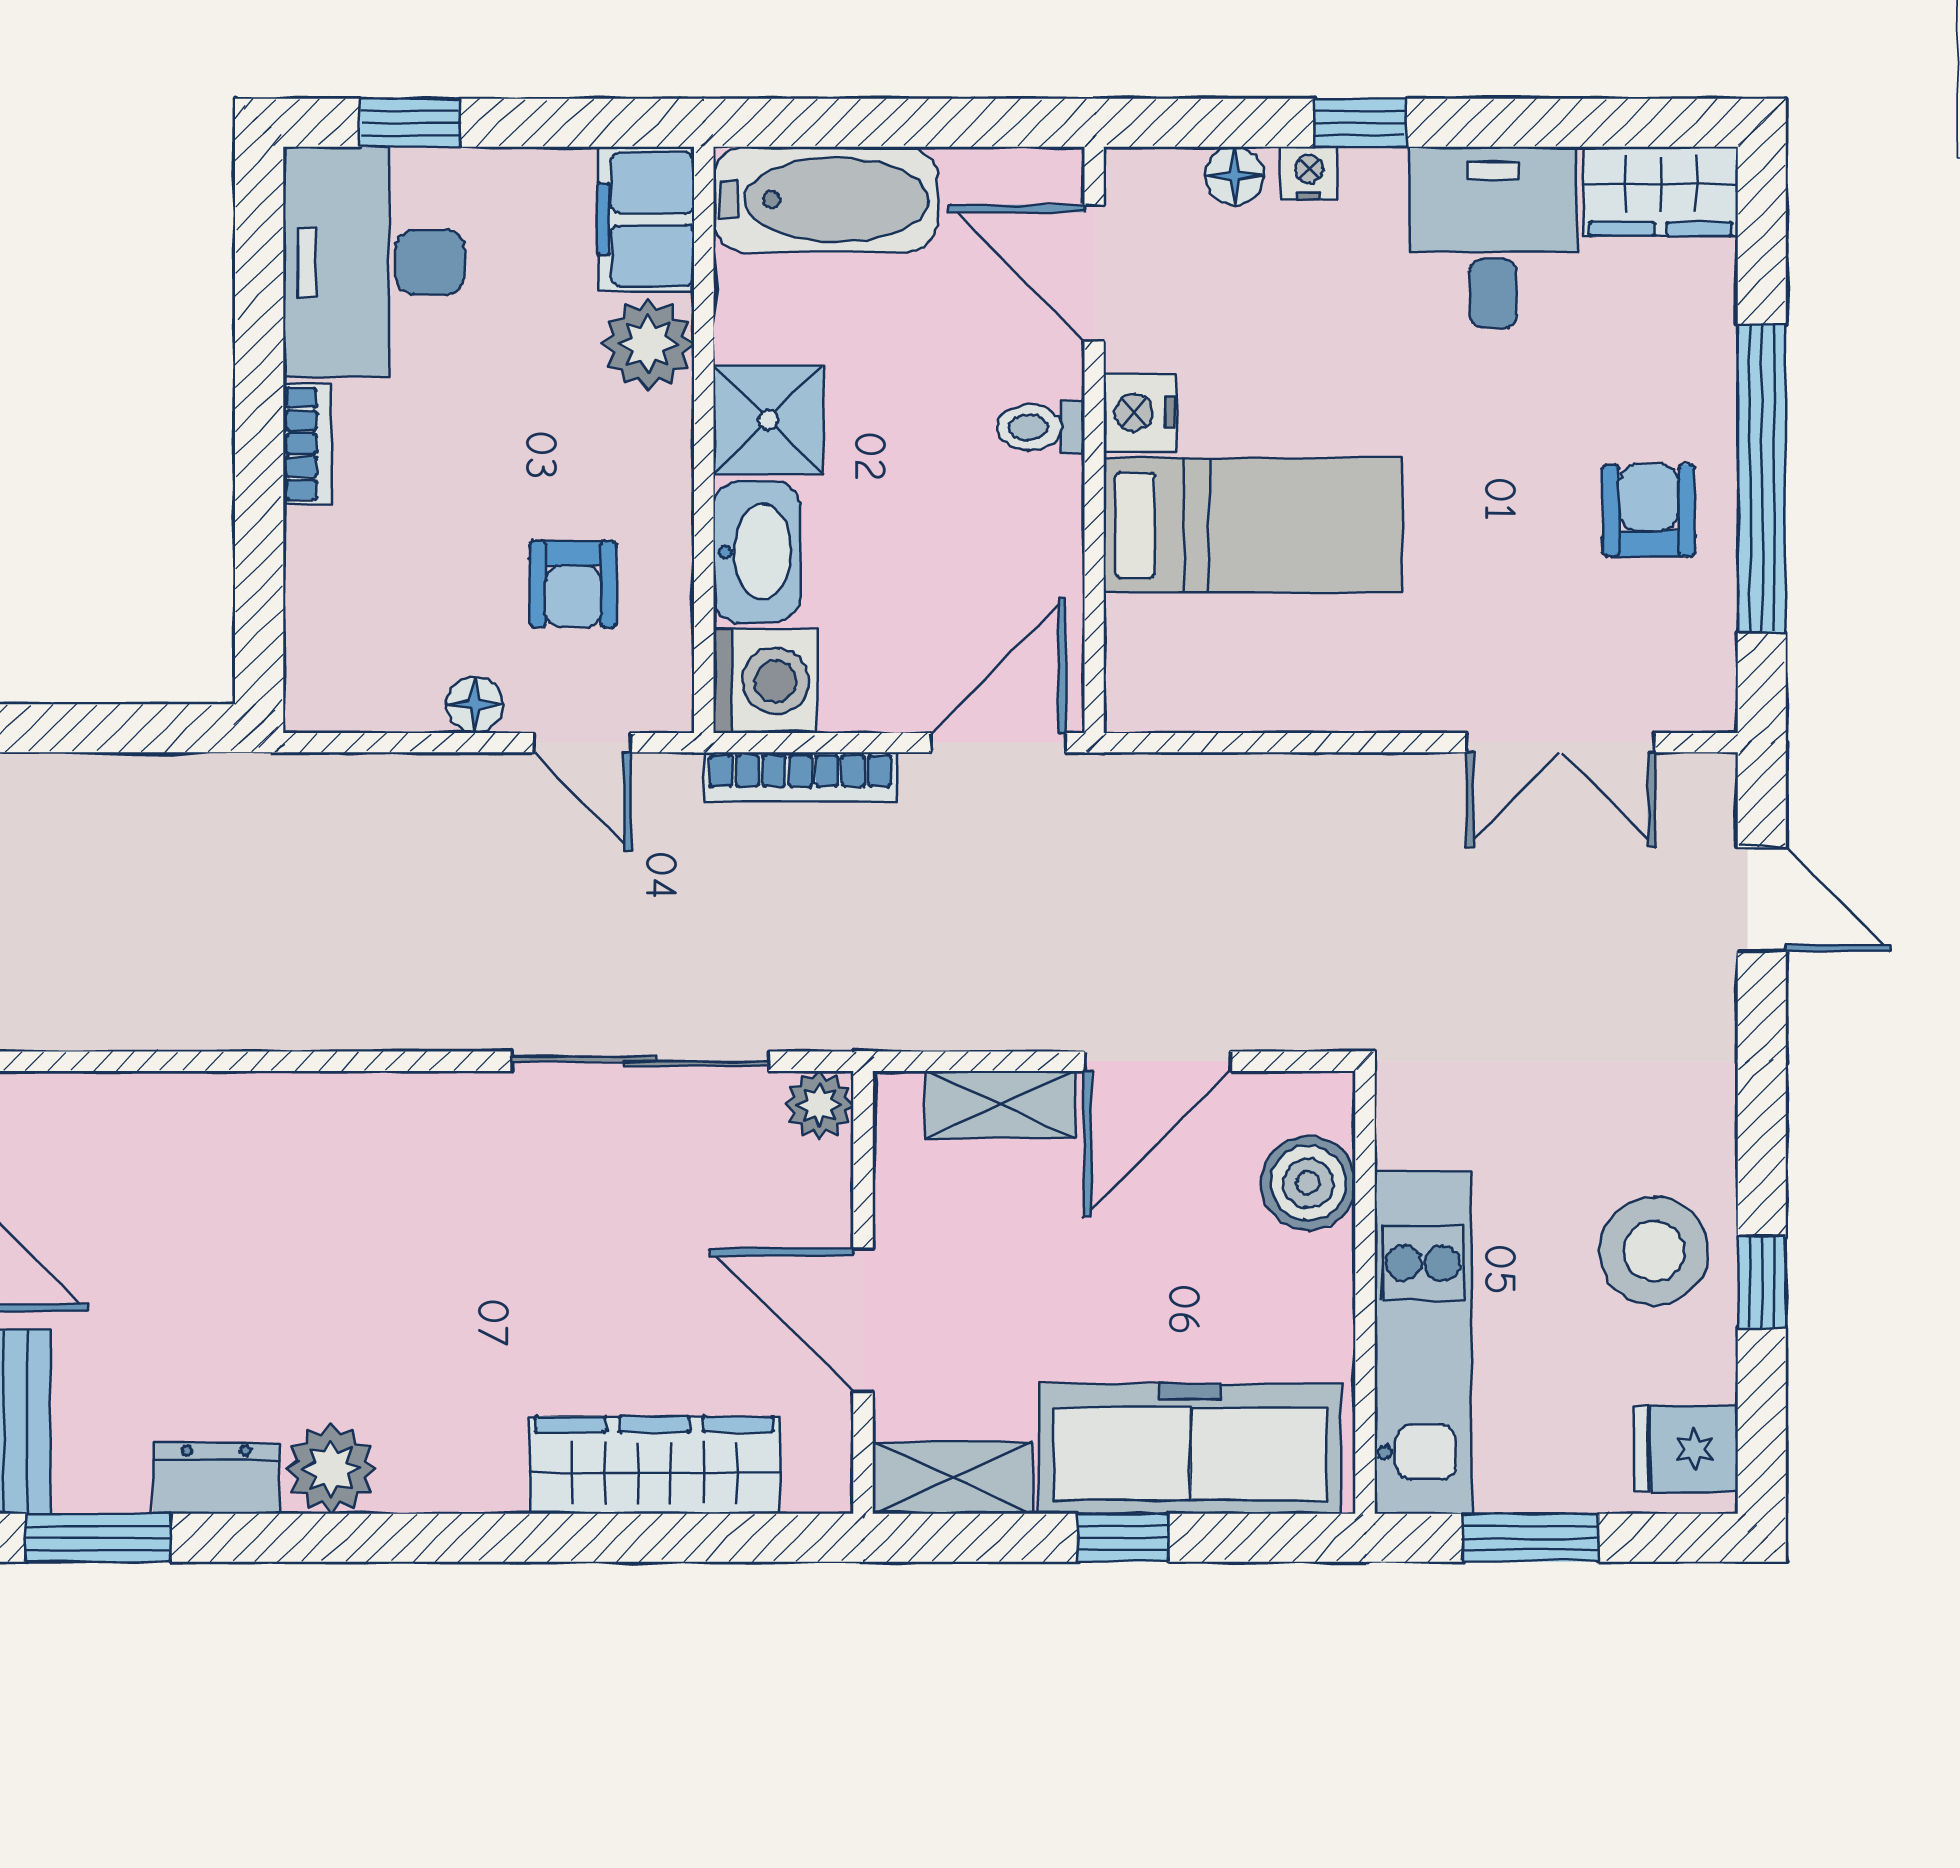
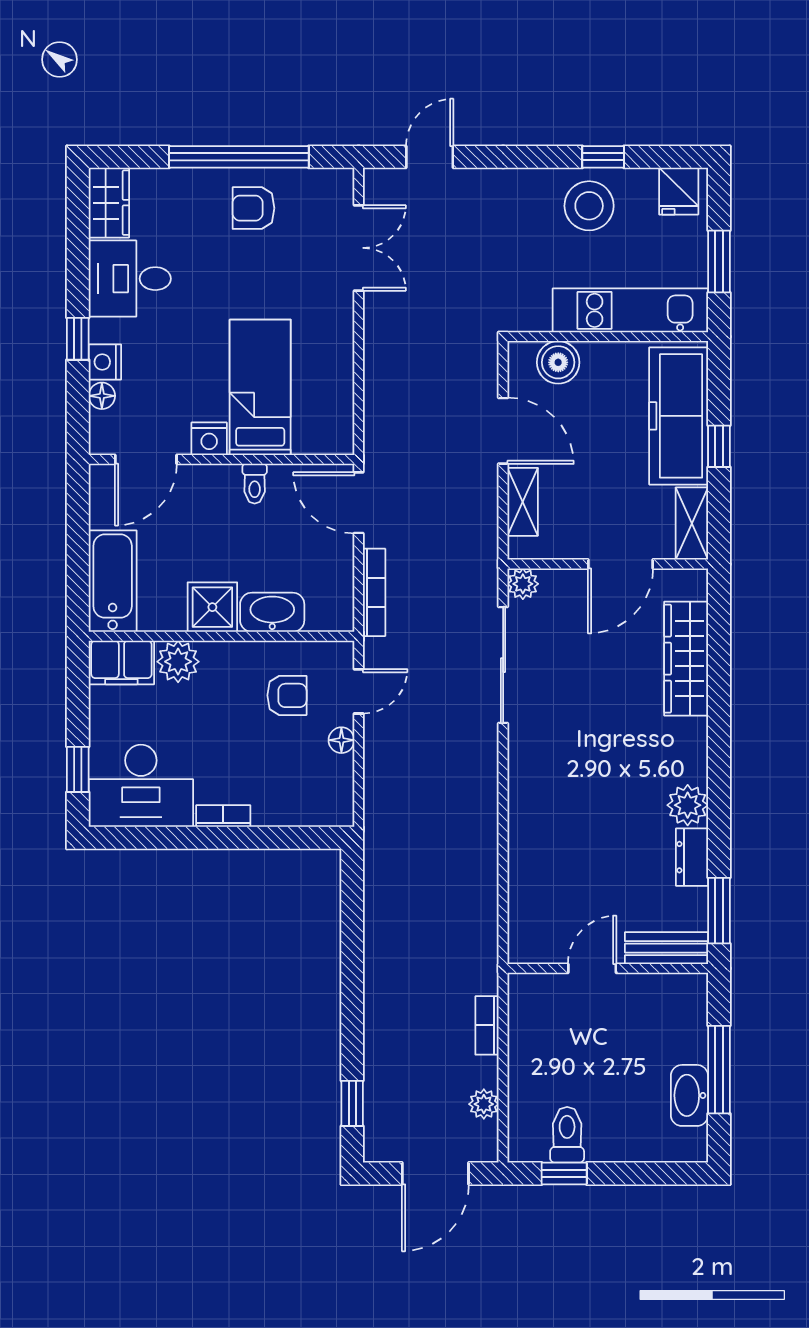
nightstand: (1309, 173) -> (105, 362), width x1.39, depth x1.35
toilet: (1041, 427) -> (255, 484), moved
washing machine: (765, 681) -> (331, 608), removed

